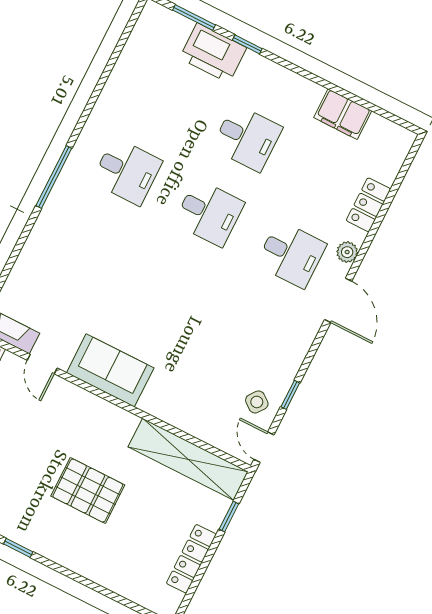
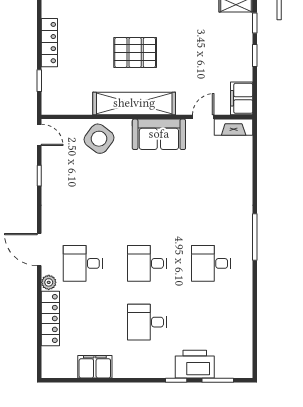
locker: (368, 205) -> (50, 319), width x1.53
door: (42, 364) -> (203, 117), hinge flipped
side table: (257, 402) -> (99, 139), moved, width x1.87, depth x1.87
shelving: (188, 459) -> (134, 103), moved

